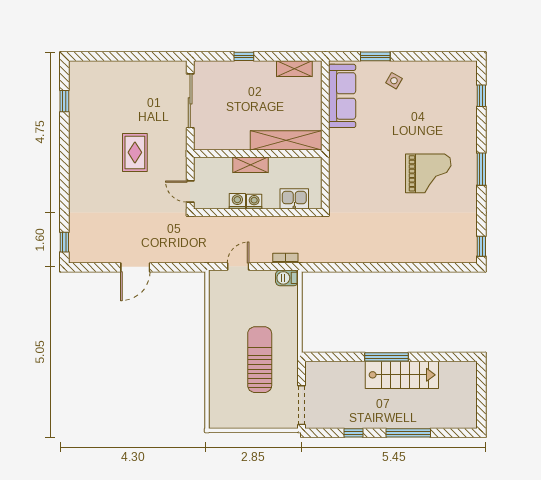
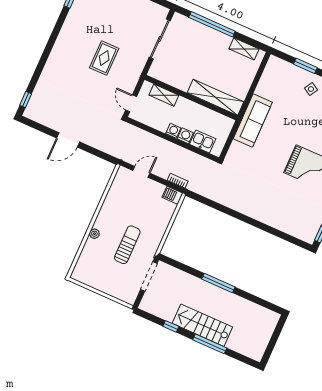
window: (244, 56) -> (212, 24), width x3.17
sofa: (342, 96) -> (253, 121), moved
shelving: (251, 165) -> (164, 95), moved
washing machine: (237, 201) -> (185, 136), moved
sun lounger: (260, 360) -> (127, 245), width x0.73, depth x0.75
plant: (215, 364) -> (94, 234), added
stairs: (402, 375) -> (202, 325), moved, turned 180
doorway: (302, 405) -> (149, 276), moved

